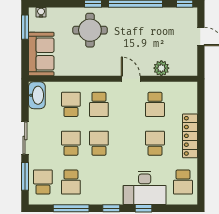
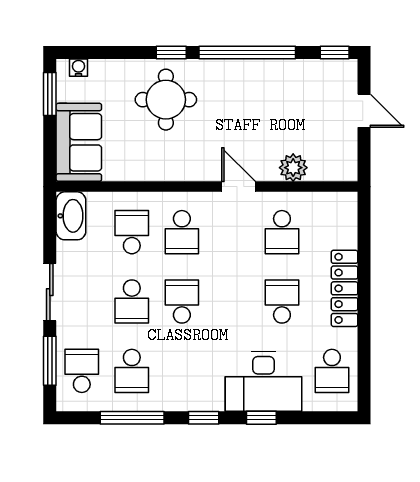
school desk: (71, 143) -> (132, 302), turned 180

